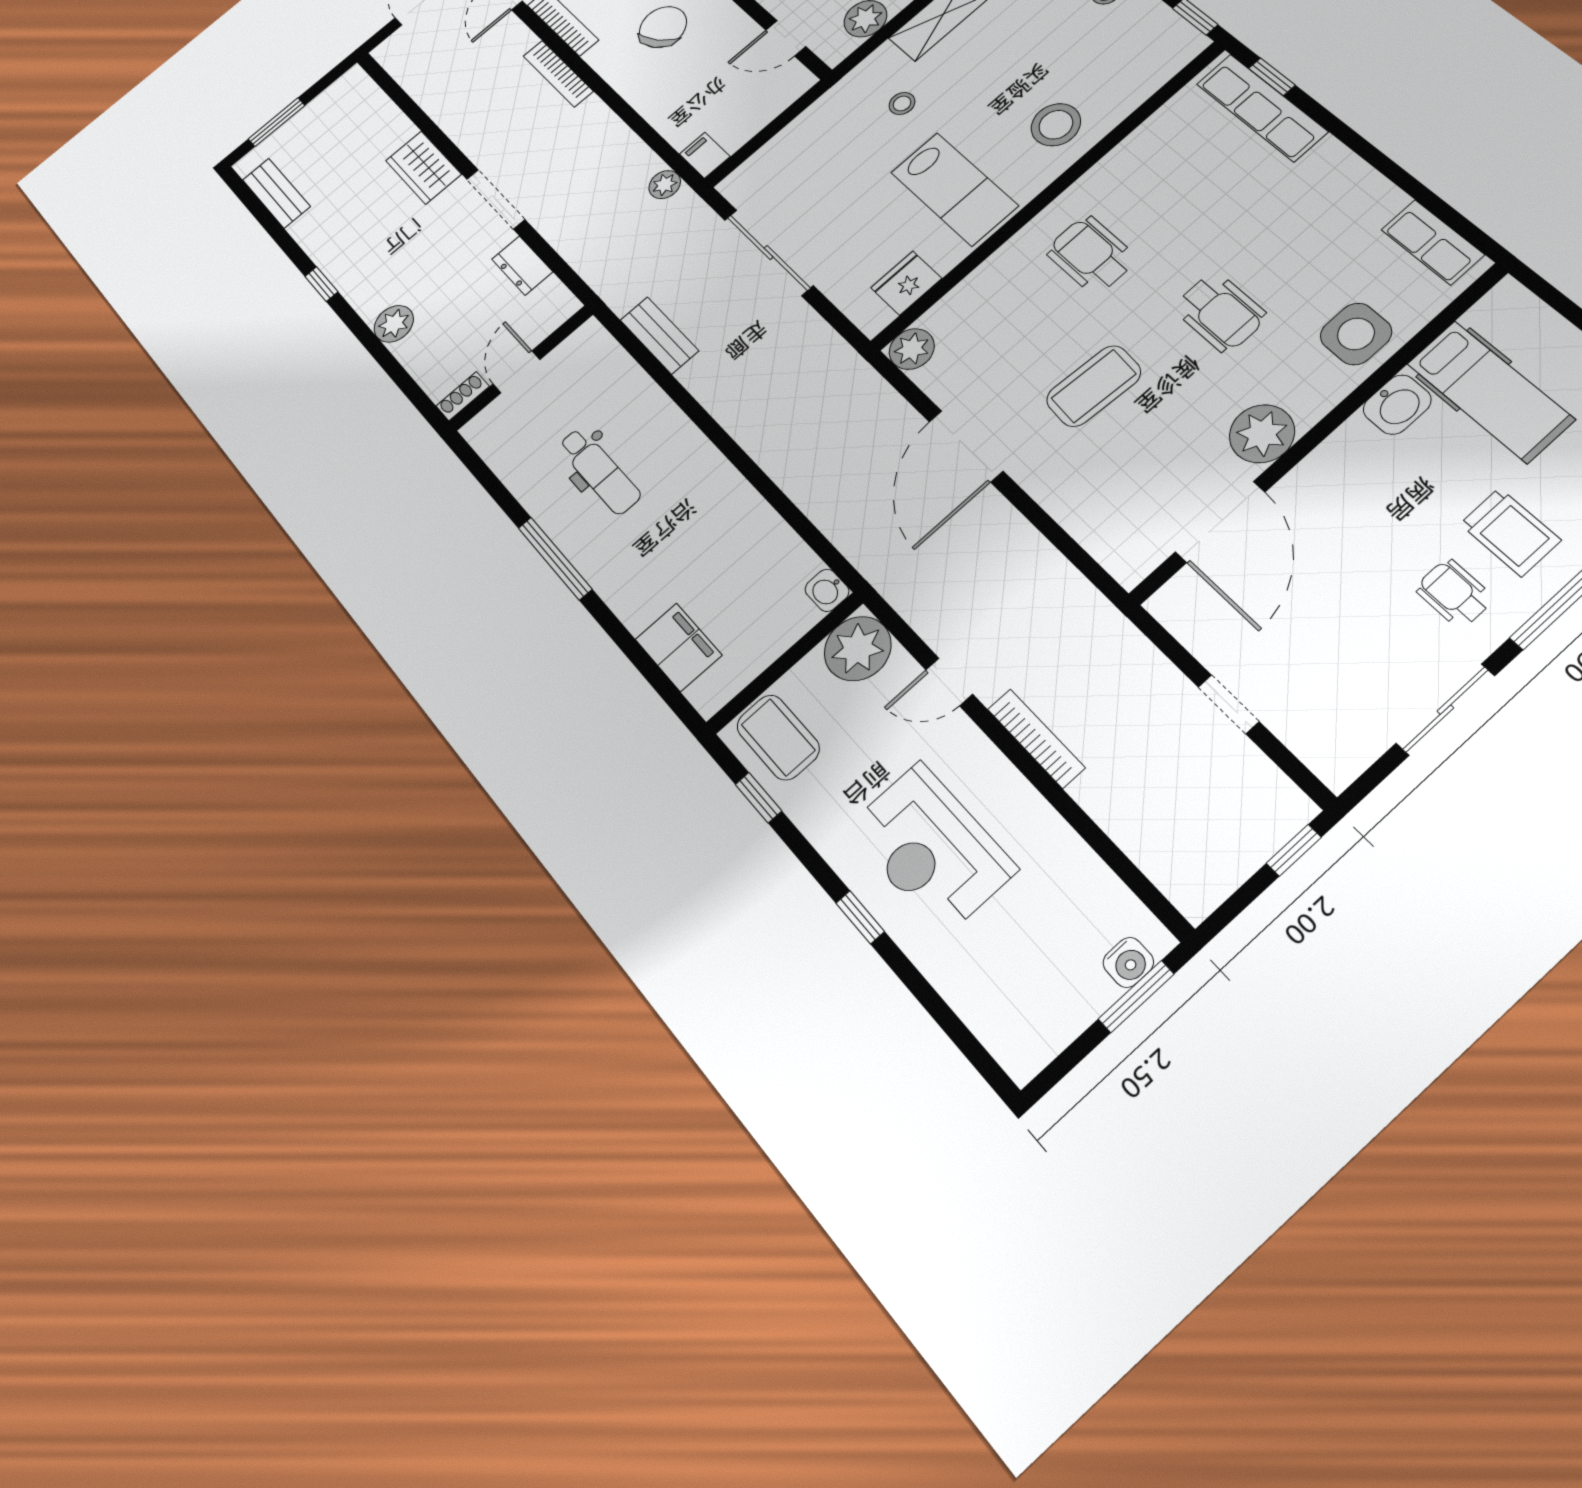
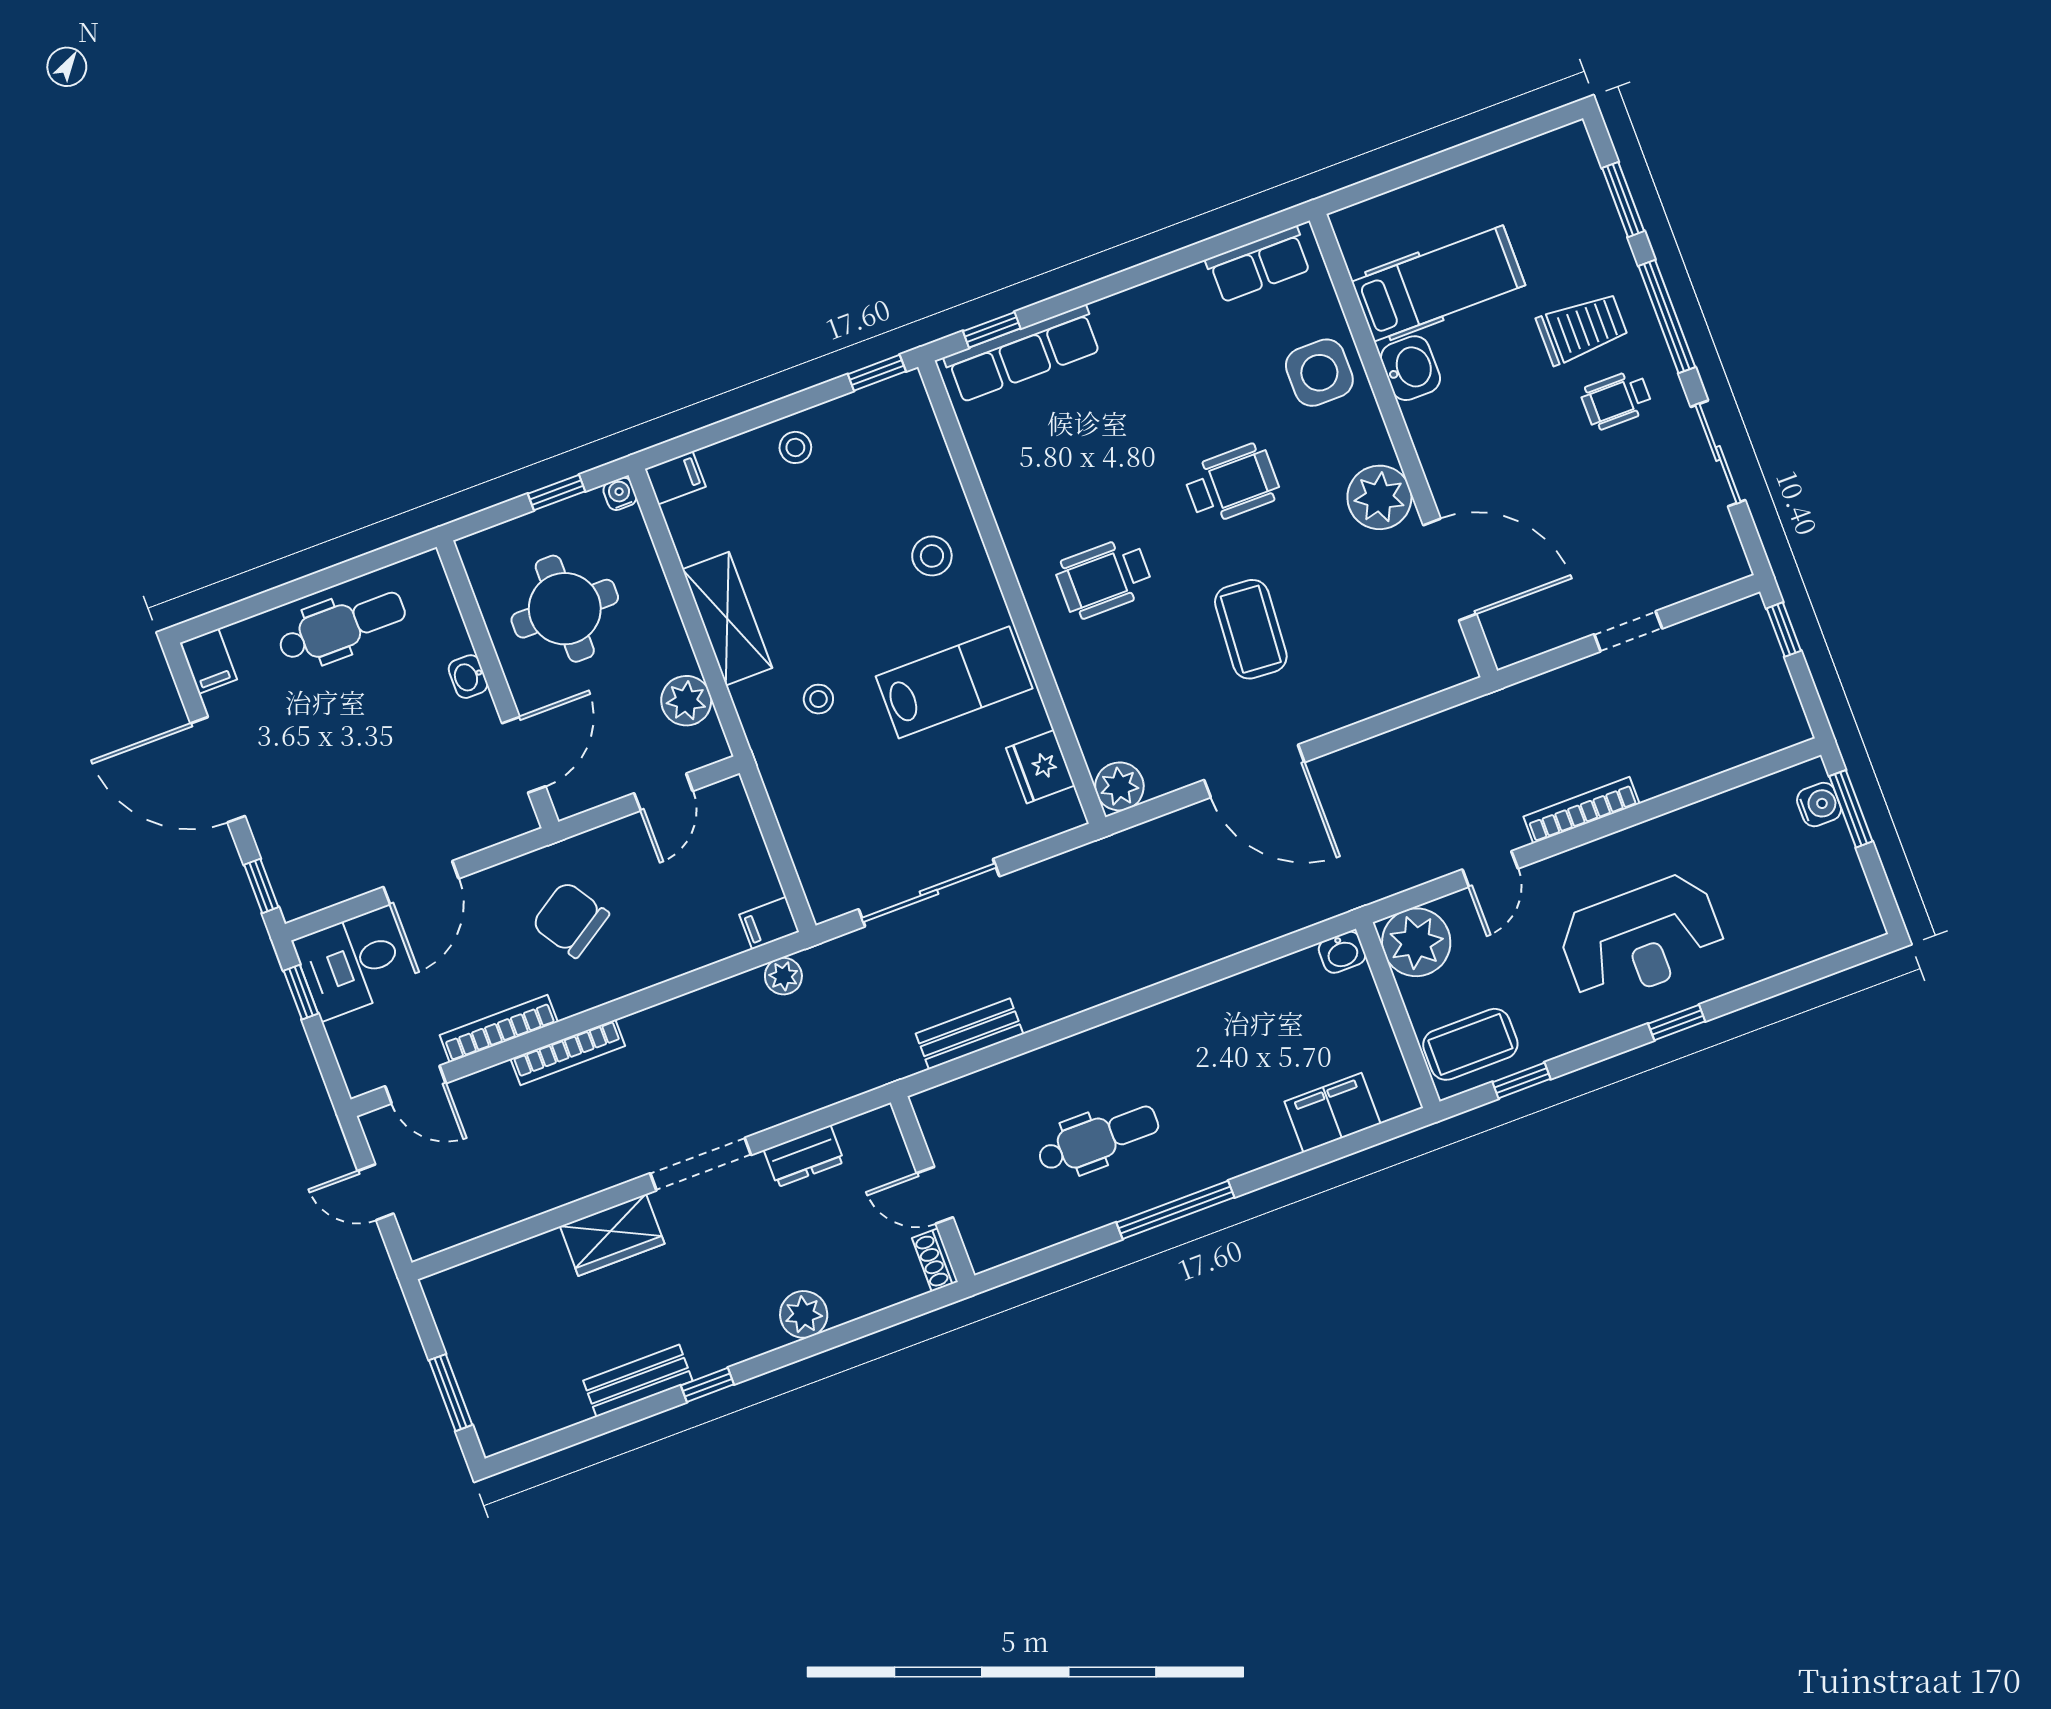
stool: (1056, 125) -> (932, 556), width x0.73, depth x0.73
bench: (276, 193) -> (638, 1381), moved

